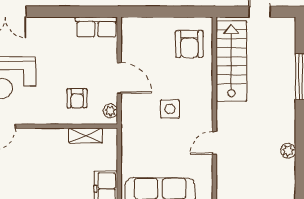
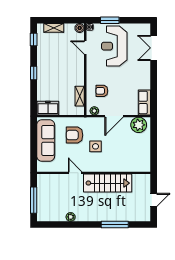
plant: (134, 37) -> (139, 125), added
armchair: (189, 44) -> (75, 135), moved
stairs: (231, 61) -> (108, 183), moved

